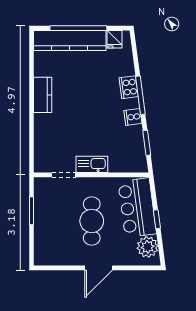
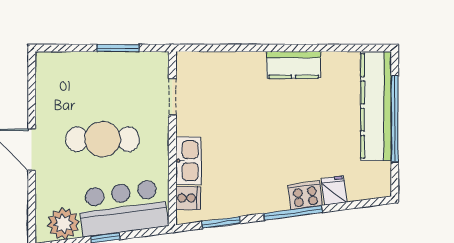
fridge: (114, 39) -> (334, 190), moved, turned 82
cooker: (133, 117) -> (188, 198), moved, turned 98
kitchen sink: (92, 164) -> (188, 161), moved

